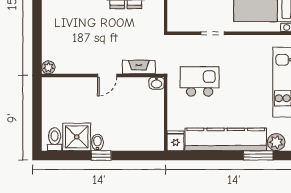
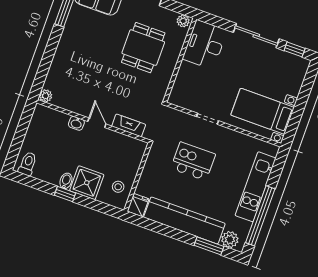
door: (107, 76) -> (97, 123), swing flipped
kitchen island: (200, 81) -> (193, 161), moved
washbasin: (157, 83) -> (76, 123), moved
stool: (150, 130) -> (118, 187), added
shower: (77, 137) -> (87, 183), moved

